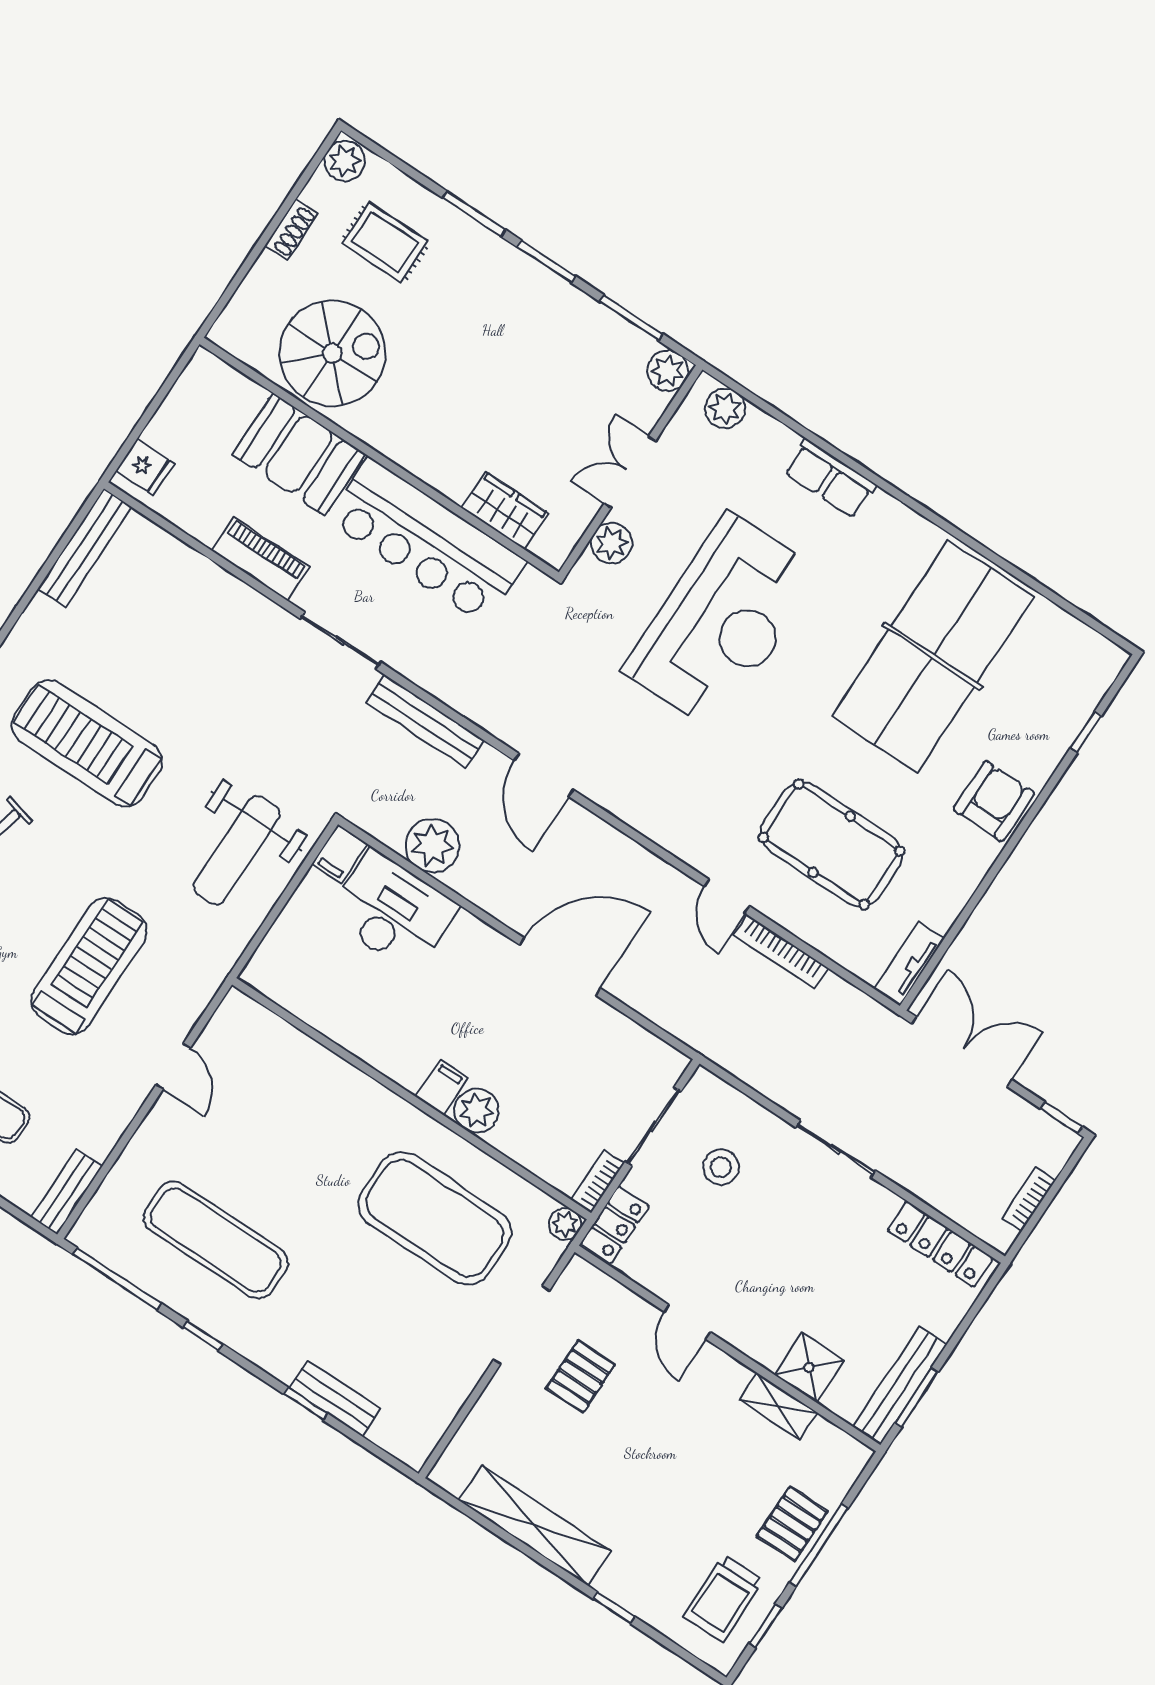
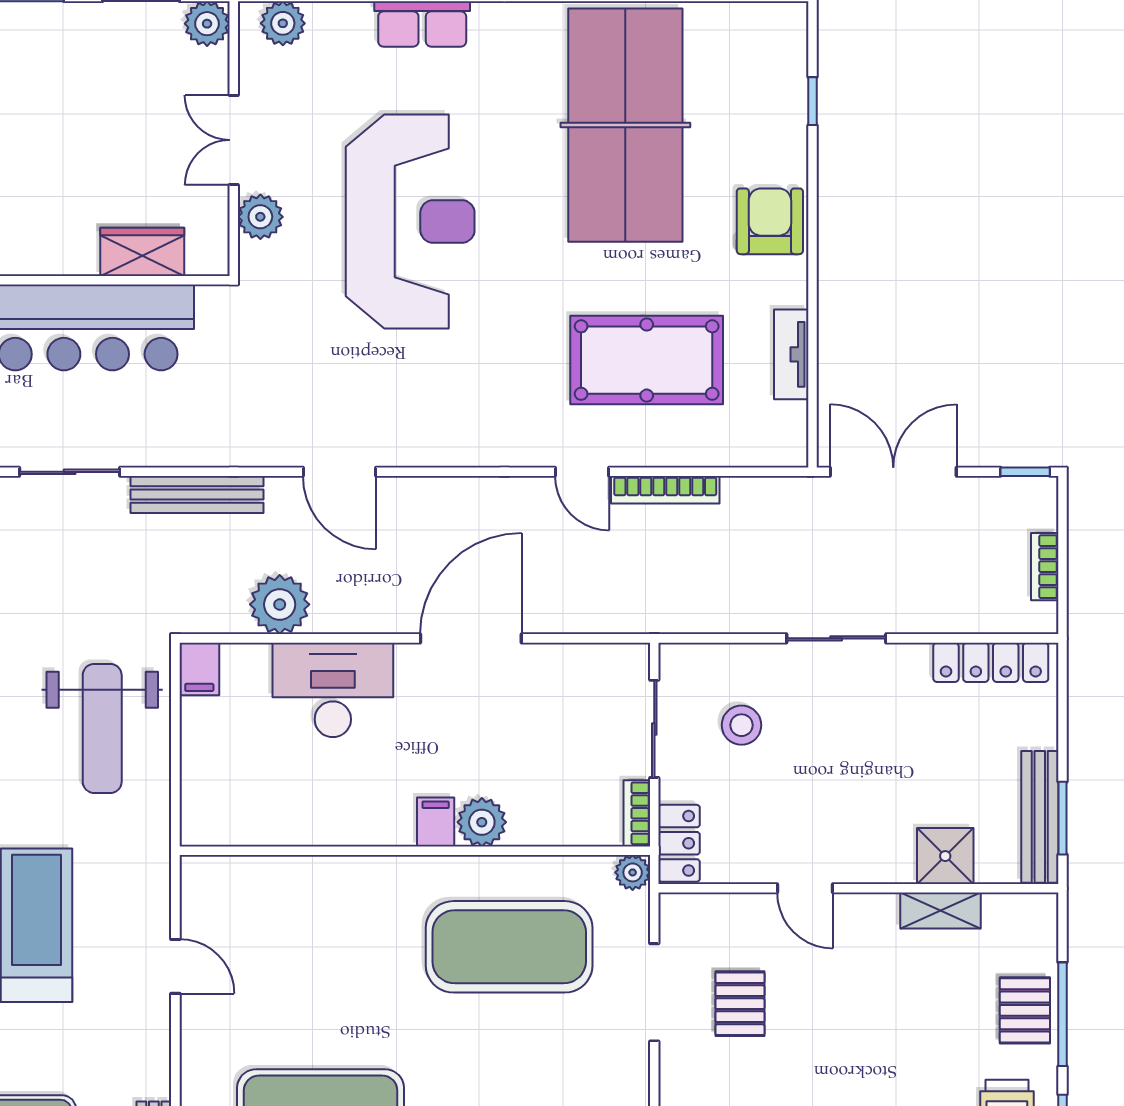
desk: (392, 911) -> (333, 690), moved
tv unit: (909, 964) -> (791, 354), moved

